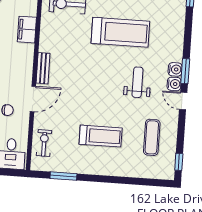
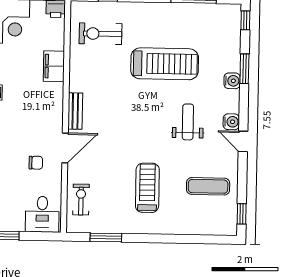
water cooler: (175, 69) -> (232, 81), moved
window: (185, 71) -> (244, 69), moved
treadmill: (101, 136) -> (147, 188), turned -90
exercise mat: (152, 137) -> (208, 186), turned 90

